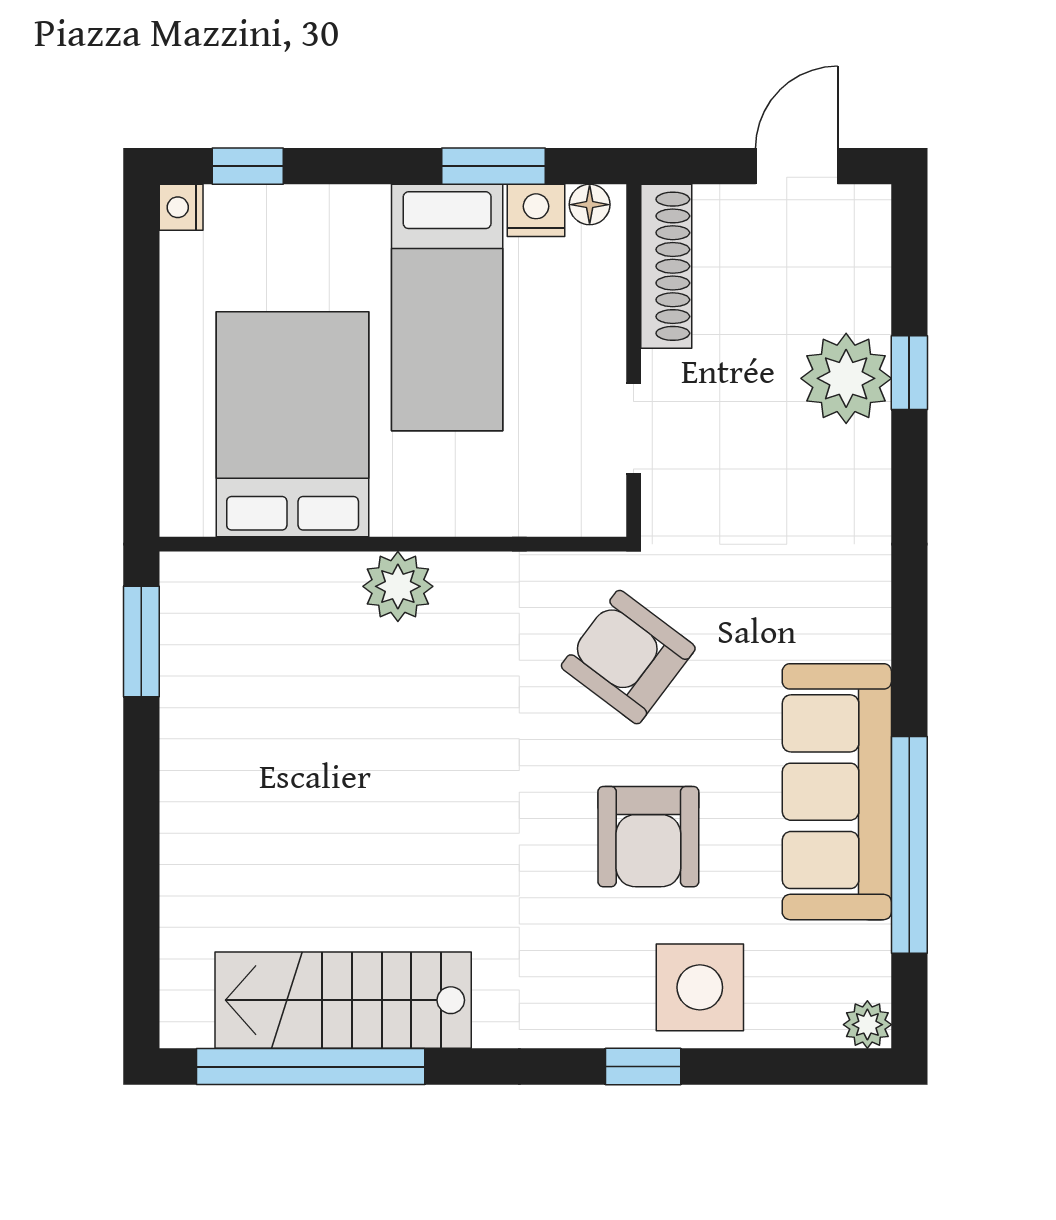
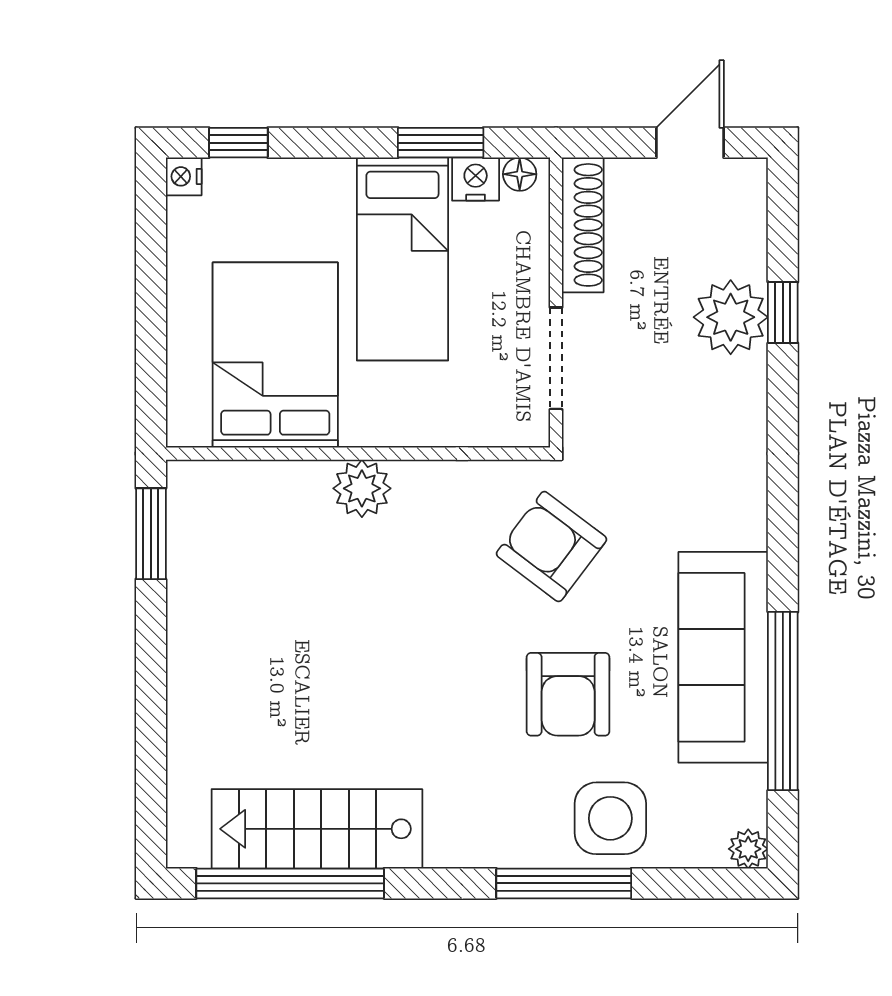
doorway: (634, 428) -> (556, 358), width x1.38
window: (643, 1067) -> (564, 883), width x2.17

